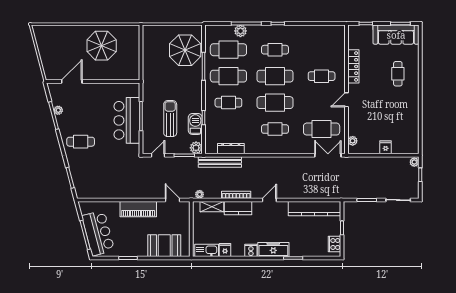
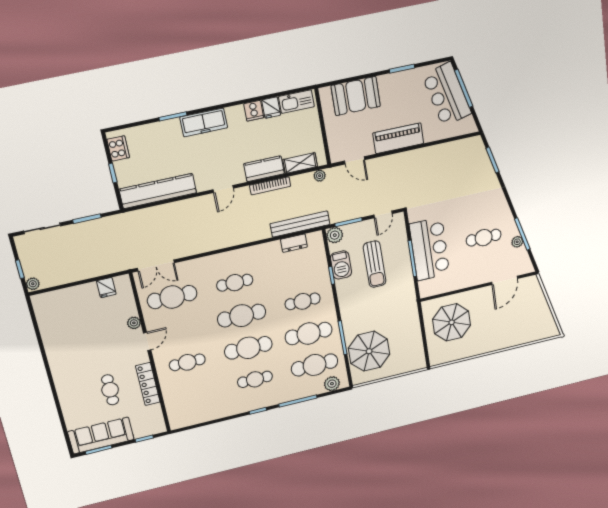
plant: (240, 31) -> (332, 384), moved
parasol: (102, 46) -> (452, 322), moved
cafe table: (398, 74) -> (110, 390), moved
plant: (353, 141) -> (134, 323), moved
cafe table: (81, 142) -> (484, 238), moved
fridge: (386, 147) -> (106, 288), moved
dresser: (231, 149) -> (294, 243), width x0.70
cooker: (251, 250) -> (254, 111), moved

